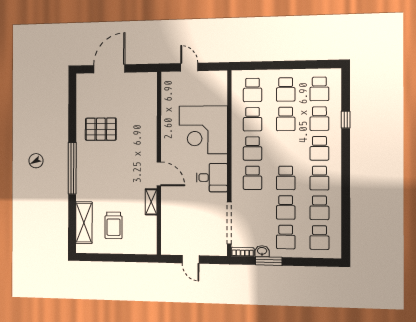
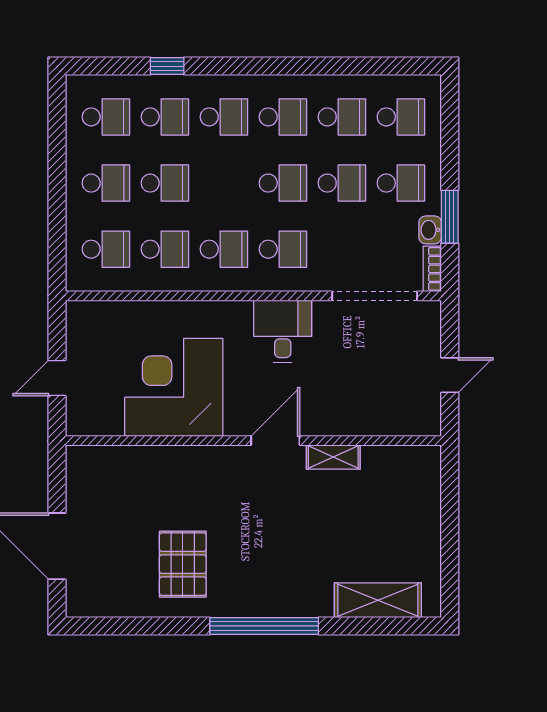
corner desk: (203, 130) -> (174, 387), moved, turned 180
trolley: (114, 225) -> (383, 537), removed

